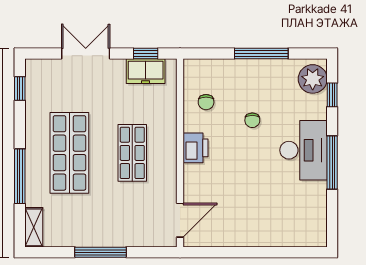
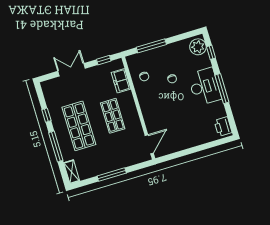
window: (261, 53) -> (151, 46), moved
freezer: (146, 71) -> (121, 81), moved, turned 90
window: (20, 88) -> (46, 115), moved
printer: (195, 148) -> (223, 127), moved, turned 180

